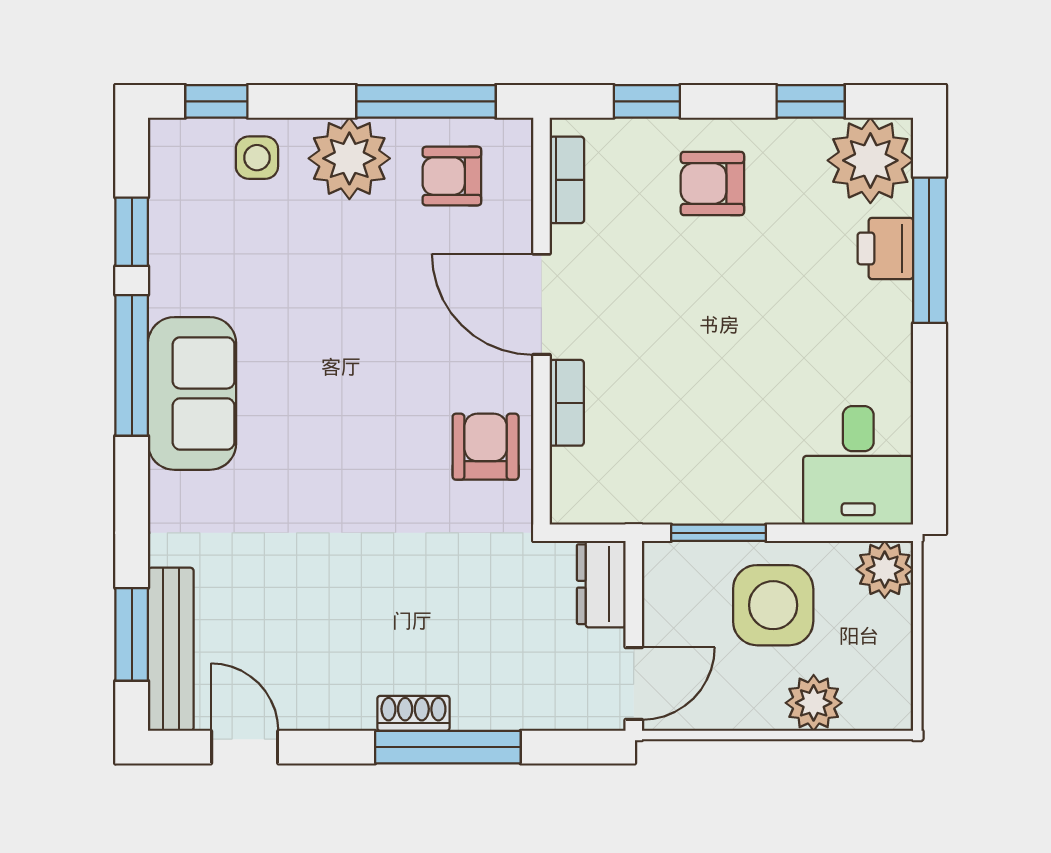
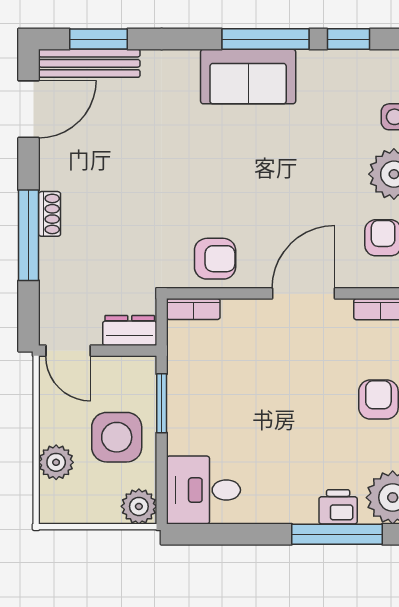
bookcase: (567, 403) -> (193, 309), moved
door: (245, 747) -> (29, 109), width x1.38

